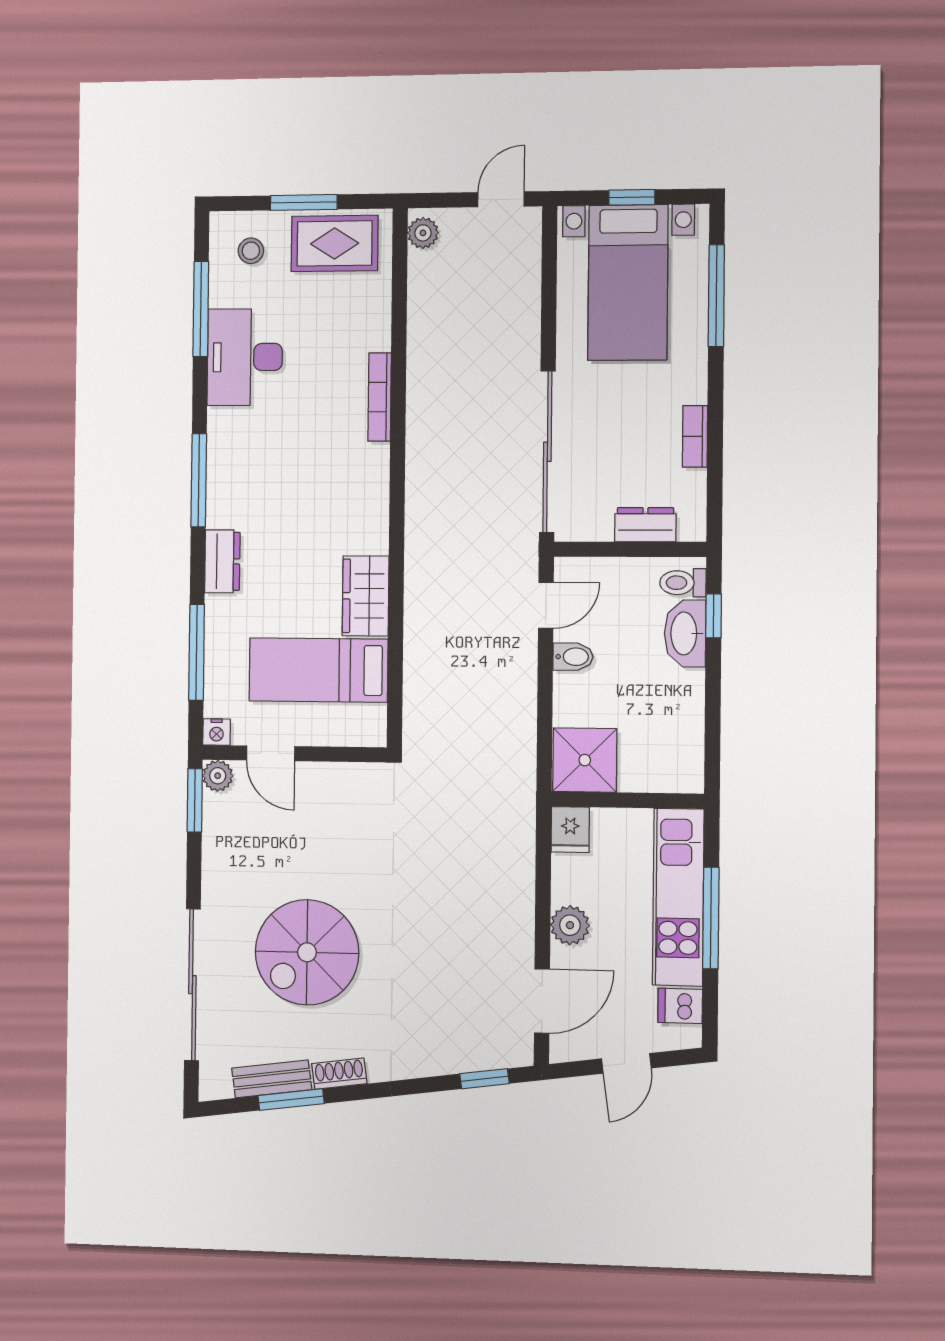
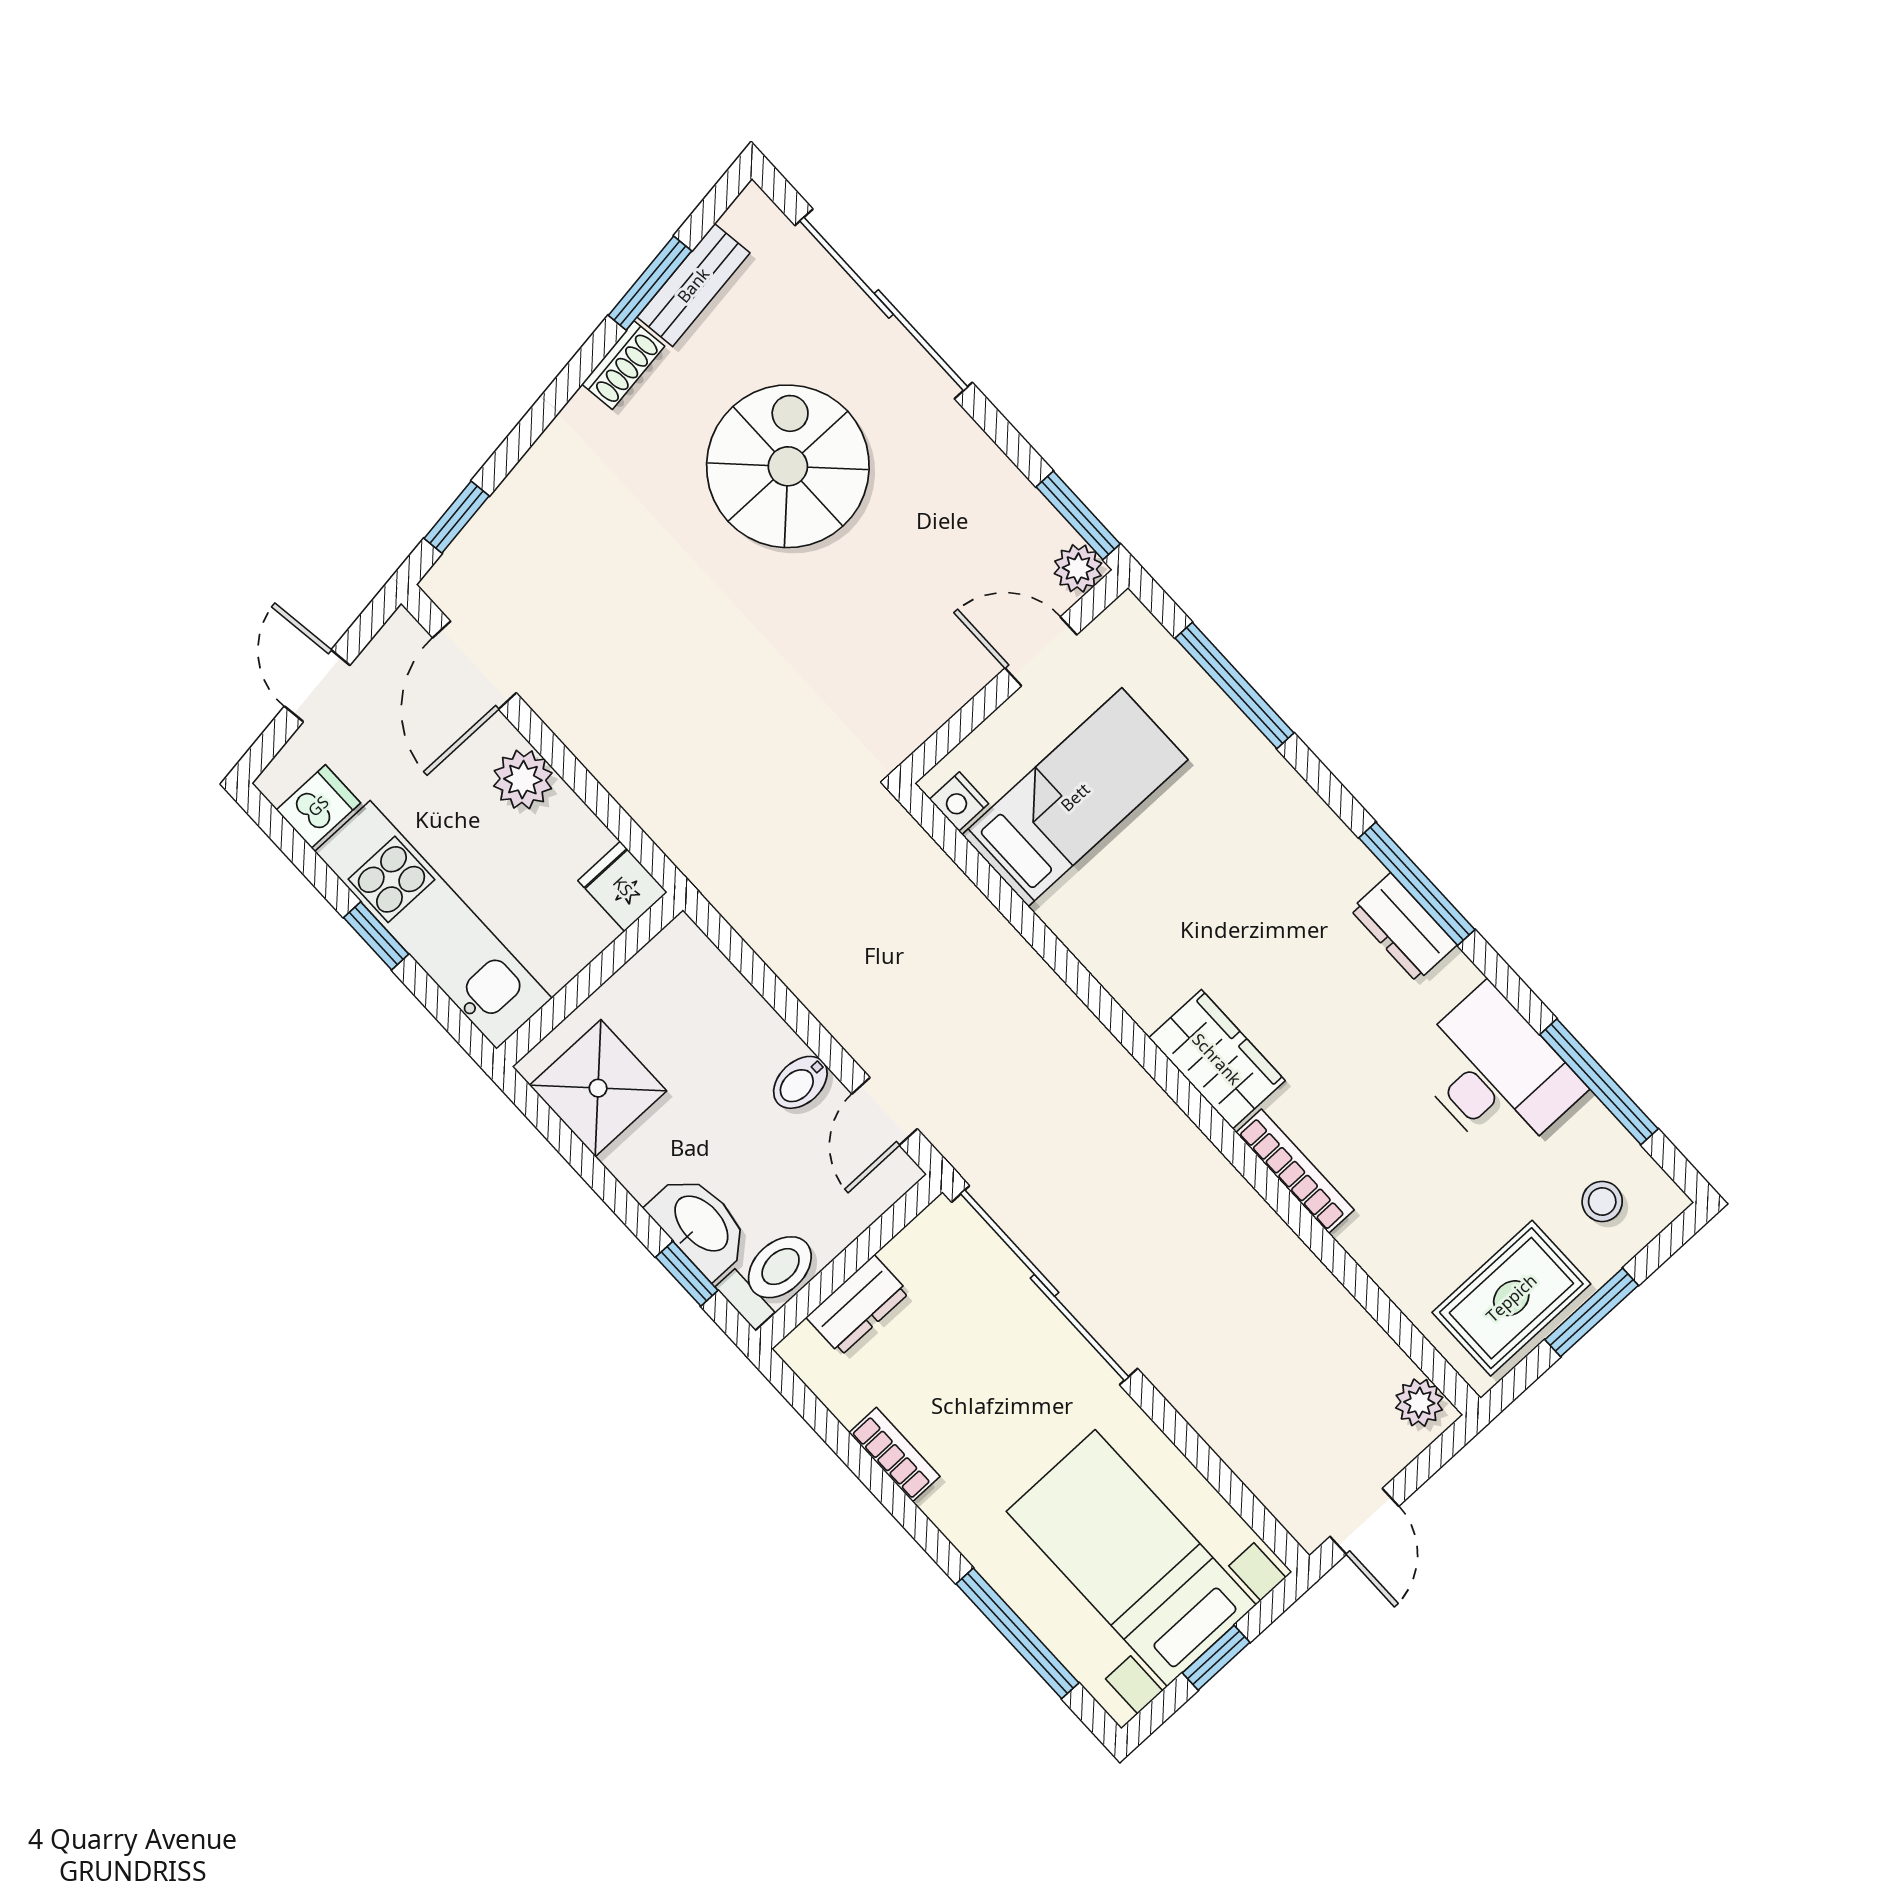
dresser: (222, 561) -> (1404, 927), moved
toilet: (683, 583) -> (771, 1276), width x1.37, depth x1.39
wardrobe: (366, 596) -> (1217, 1059), moved
nightstand: (217, 732) -> (959, 802), moved, turned -90
shower: (585, 760) -> (598, 1088), moved
window: (711, 918) -> (376, 936), width x0.46

